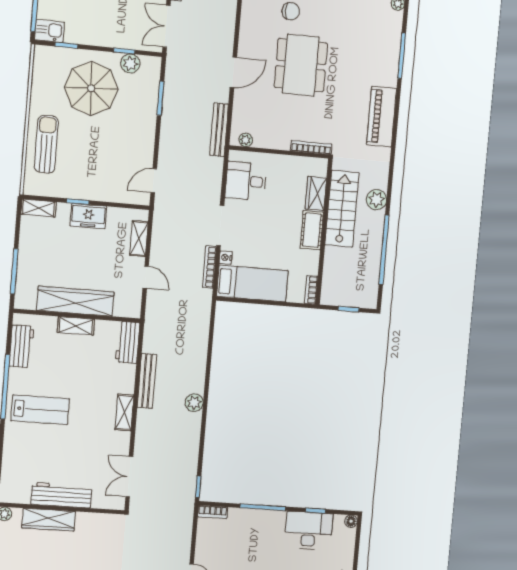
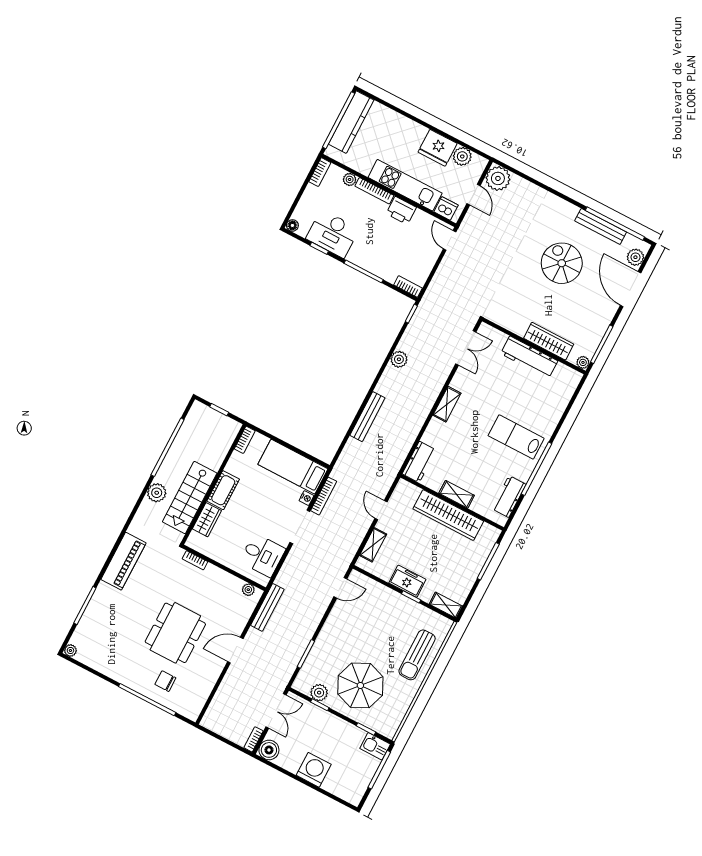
bookcase: (311, 147) -> (195, 560), width x0.64
bench: (147, 381) -> (367, 417), moved
plant: (194, 403) -> (399, 359), moved

